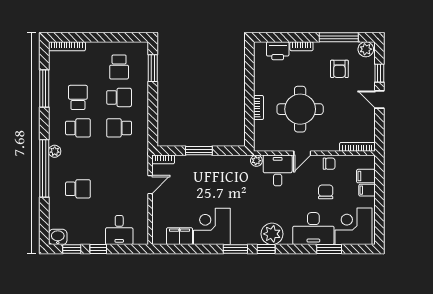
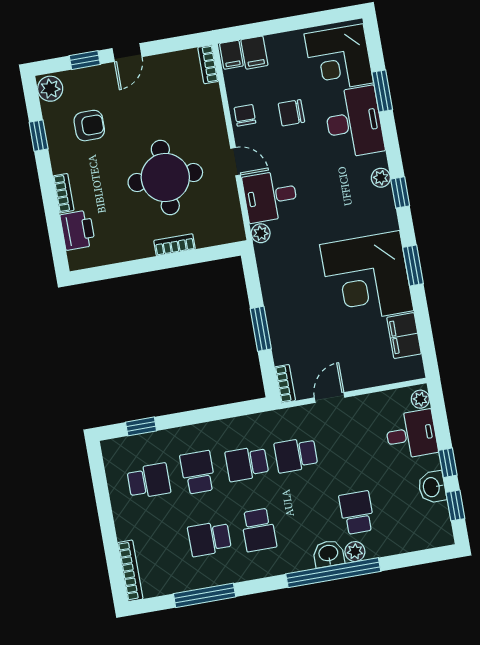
window: (339, 37) -> (39, 136), width x0.46
window: (153, 68) -> (141, 426), width x0.67
school desk: (78, 128) -> (259, 530), turned 180
school desk: (119, 128) -> (247, 464), turned 90
bookcase: (357, 147) -> (208, 64), width x0.64
plant: (55, 151) -> (355, 552), moved
school desk: (119, 158) -> (296, 455), added
washbasin: (56, 167) -> (328, 554), added
door: (150, 185) -> (330, 398), hinge flipped
filing cabinet: (367, 190) -> (231, 55), moved
corner desk: (212, 226) -> (367, 278), width x1.36, depth x1.36
plant: (272, 234) -> (381, 178), width x0.53, depth x0.53
washbasin: (58, 237) -> (432, 487), moved
plant: (140, 239) -> (420, 399), added
window: (235, 249) -> (413, 265), moved

